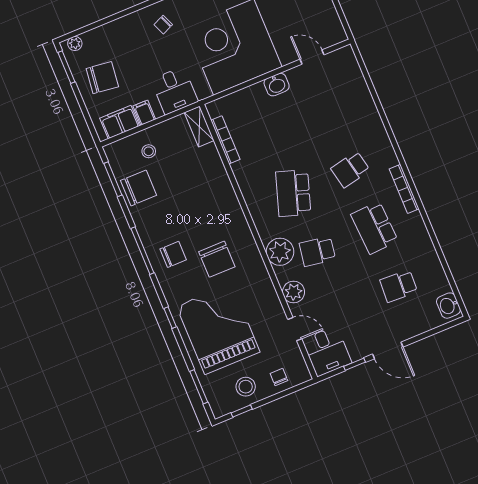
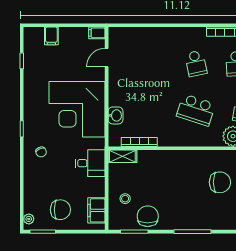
chair: (102, 78) -> (60, 210), turned 83
washbasin: (277, 85) -> (116, 115), moved
filing cabinet: (144, 113) -> (97, 33), moved
chair: (173, 254) -> (204, 211), removed

